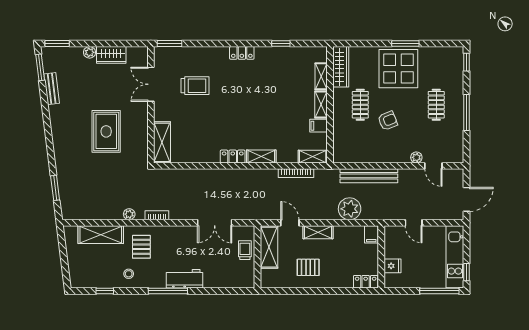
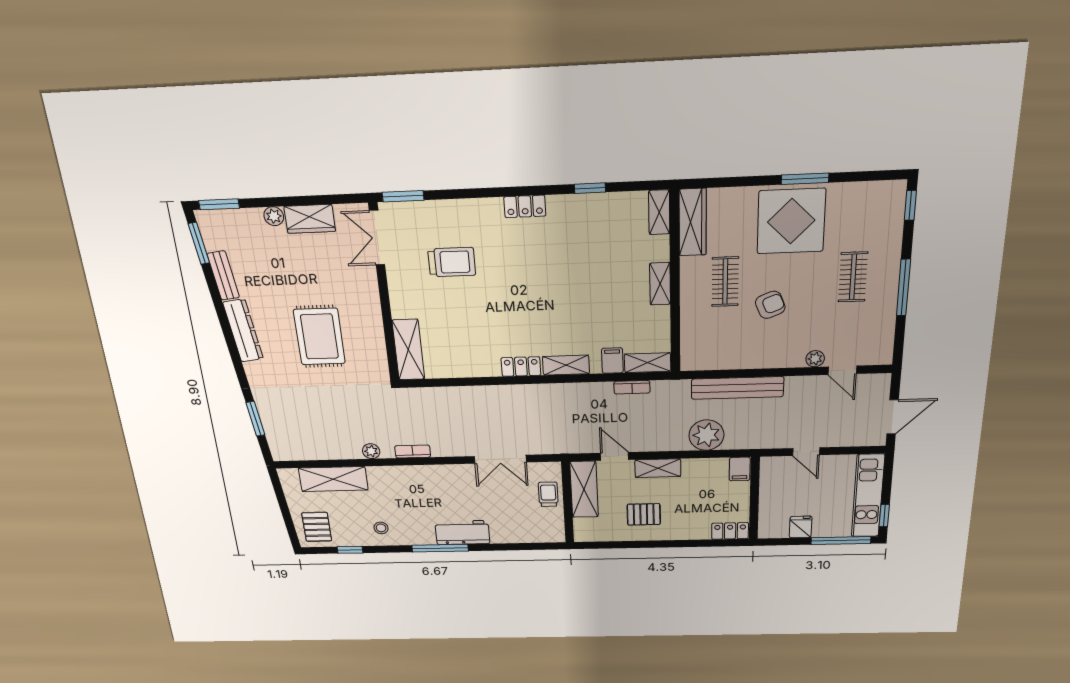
shelving: (321, 76) -> (659, 212), moved
double door: (151, 84) -> (377, 238), moved
dresser: (58, 126) -> (243, 331), added
filing cabinet: (319, 126) -> (612, 361), moved, turned 90
bookcase: (296, 173) -> (632, 387), width x0.64
pallet: (141, 247) -> (317, 527), moved
fridge: (393, 266) -> (801, 527), moved, turned -90

